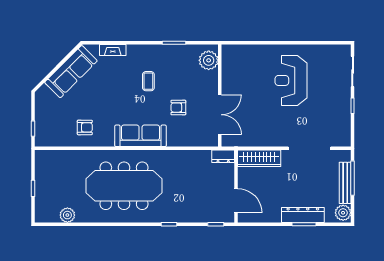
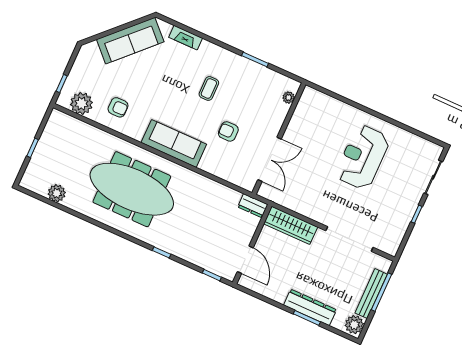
plant: (209, 60) -> (289, 98), width x0.53, depth x0.53
plant: (55, 137) -> (81, 104), added

